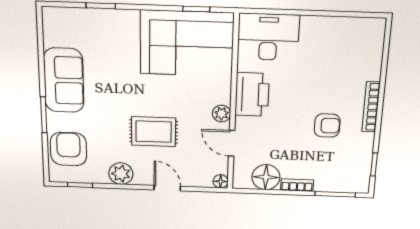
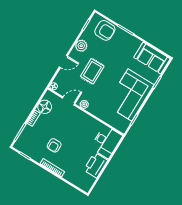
corner sofa: (187, 43) -> (130, 95), moved
sofa: (64, 80) -> (152, 58), moved
printer: (252, 94) -> (96, 165), moved, turned 90

